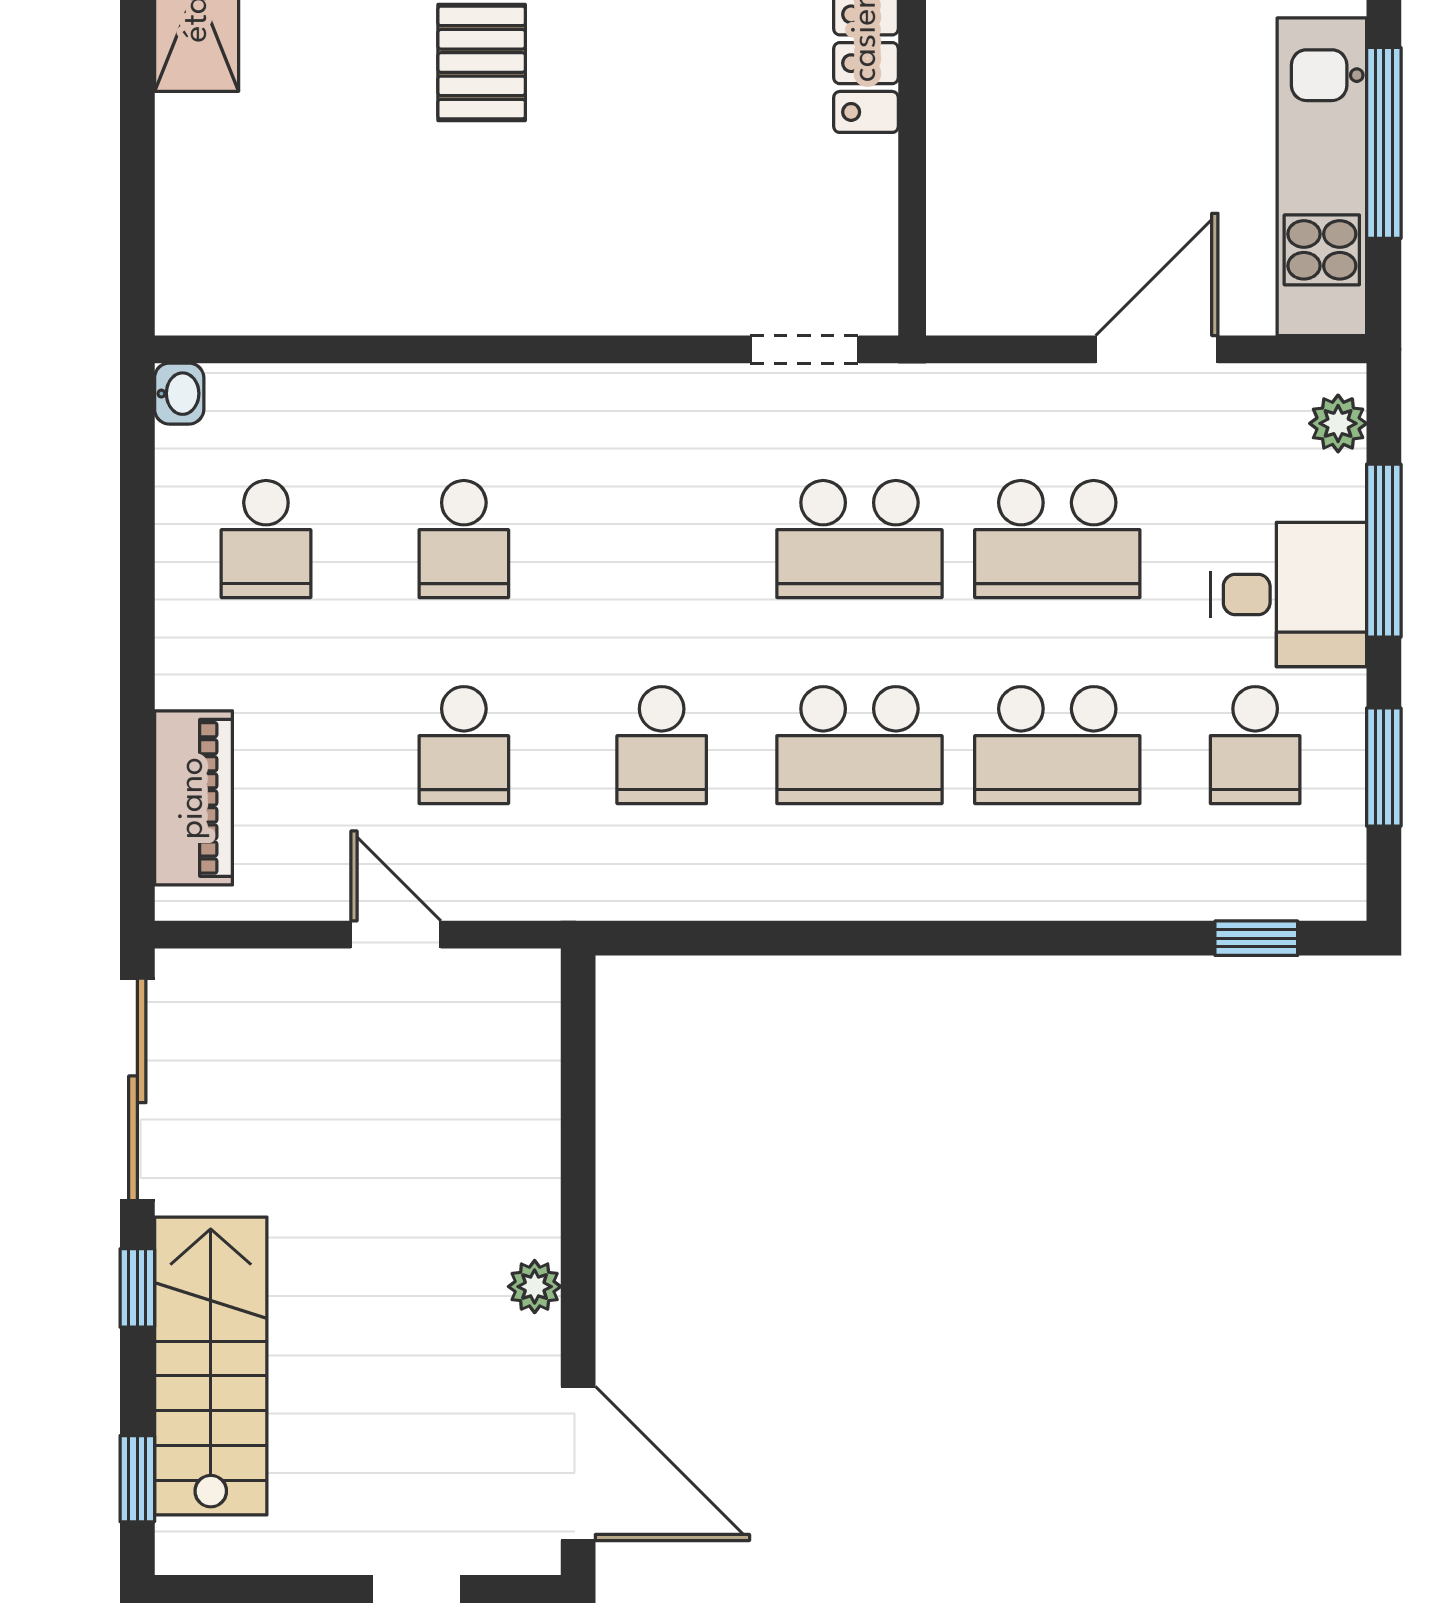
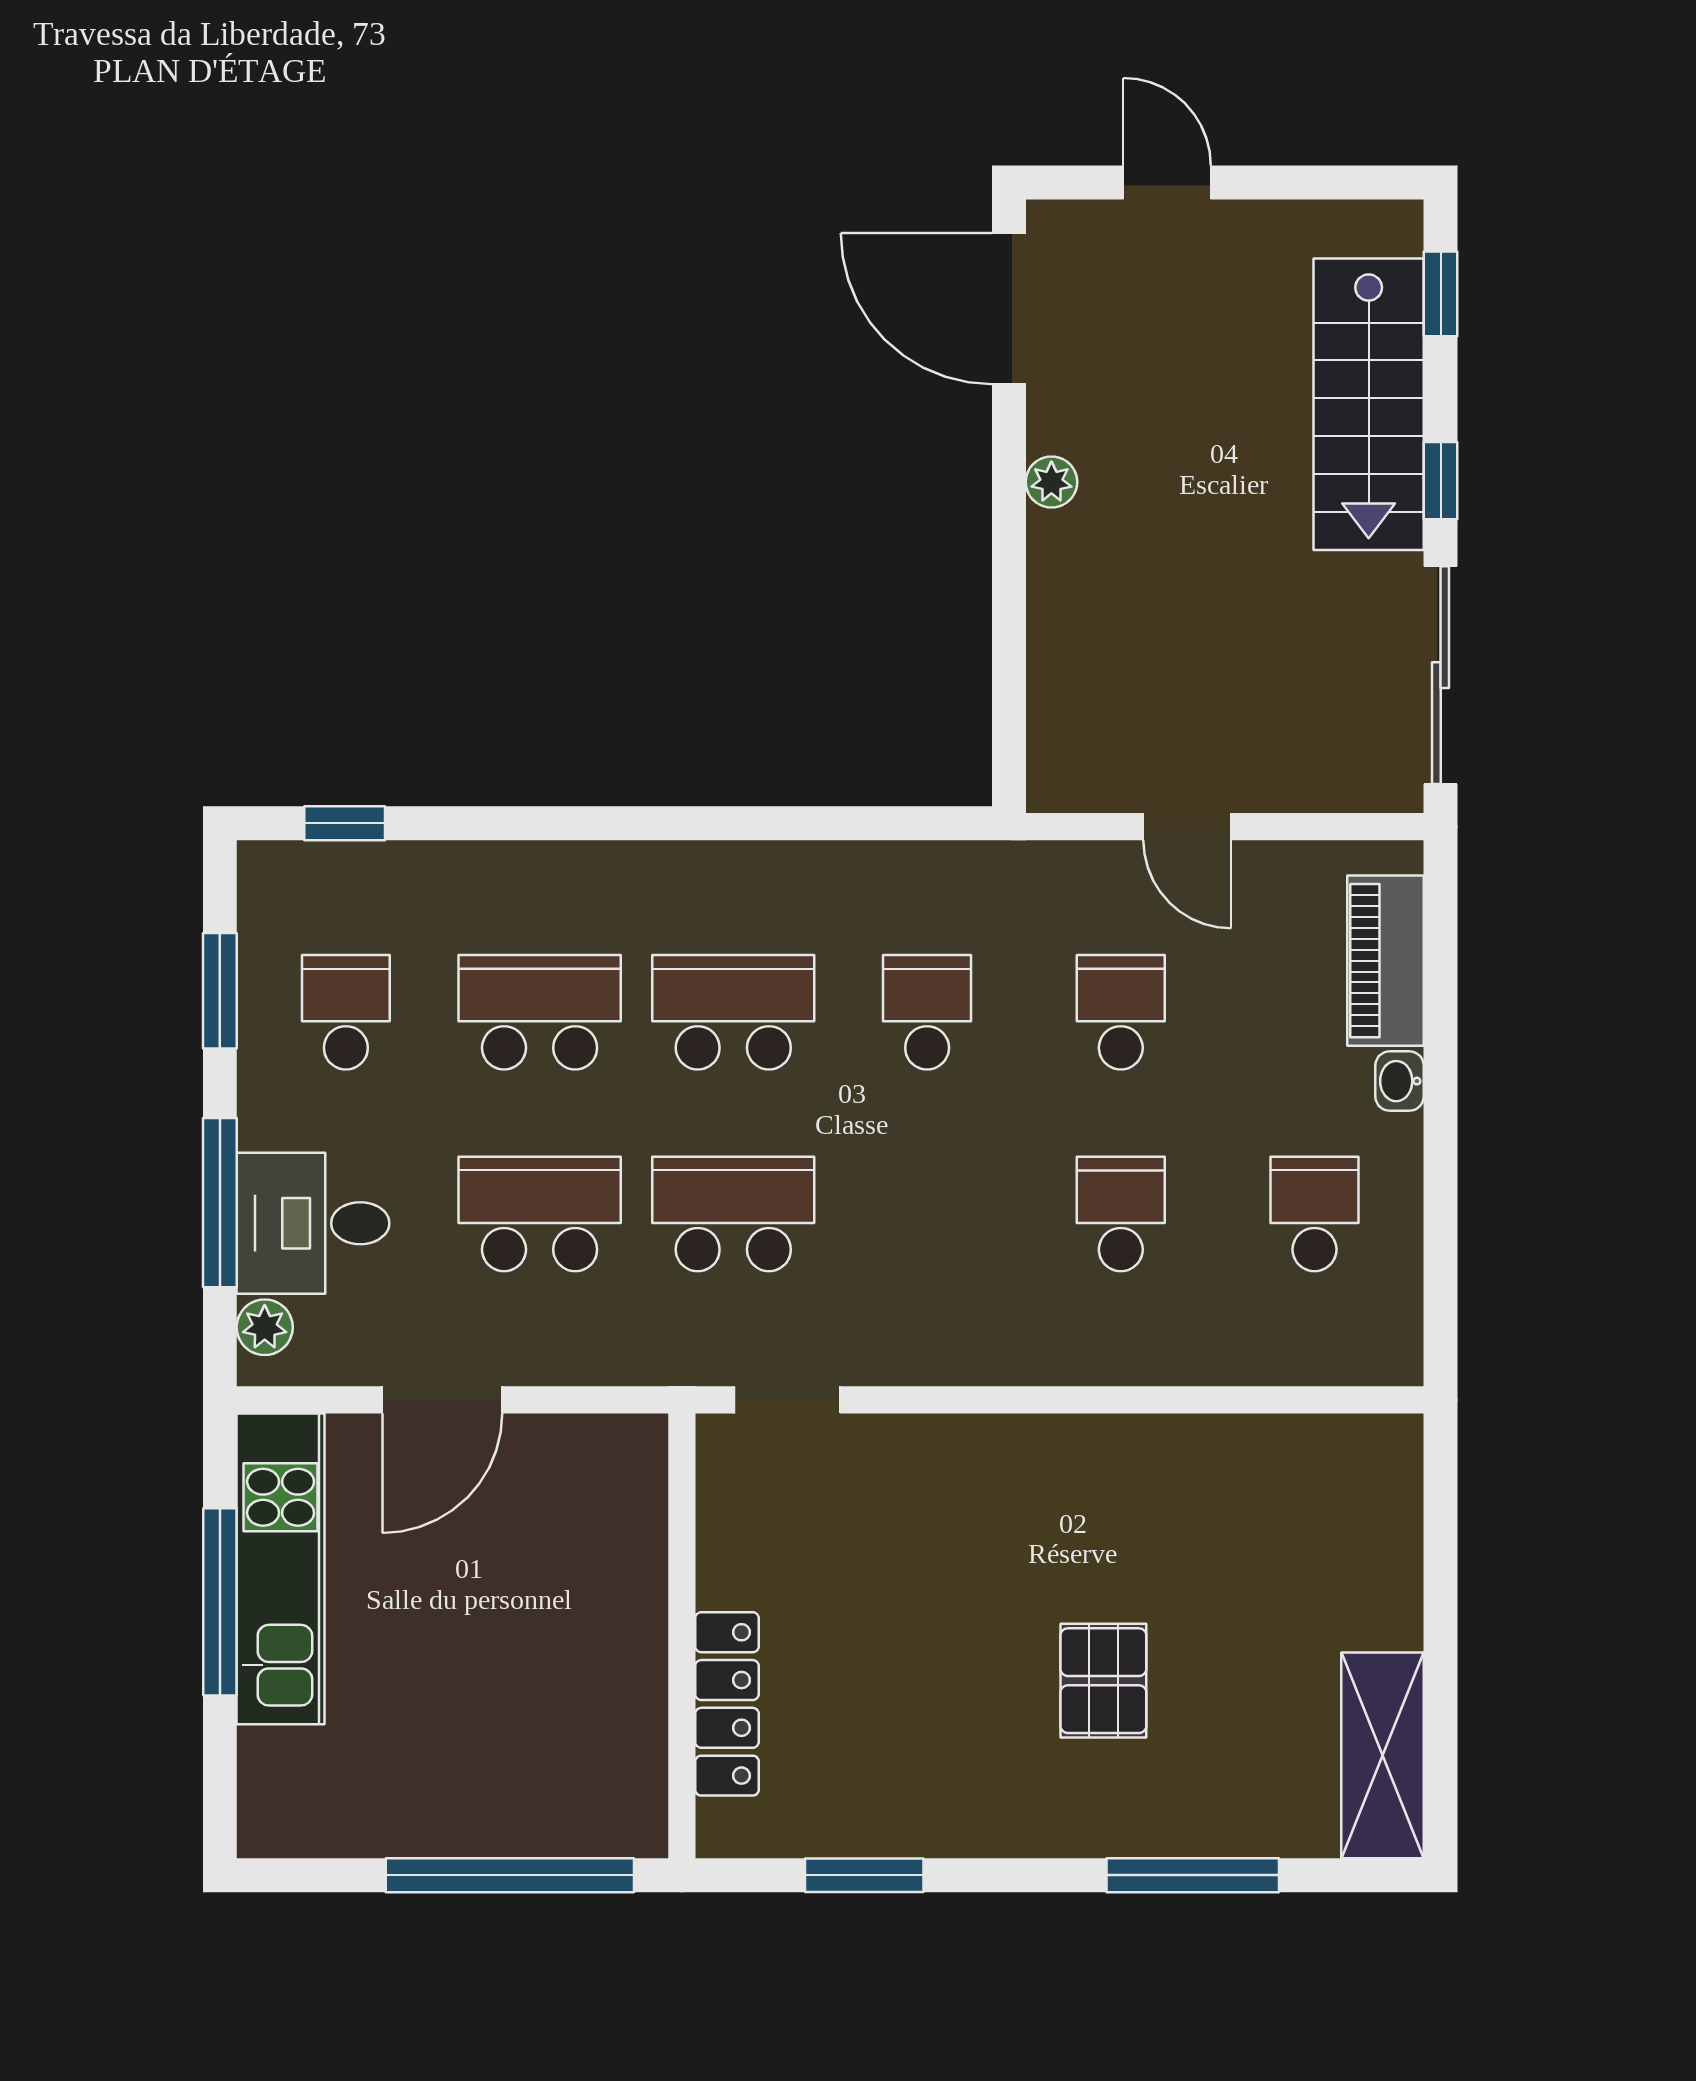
washbasin: (179, 394) -> (1400, 1081), moved
desk: (1289, 594) -> (313, 1223), moved

